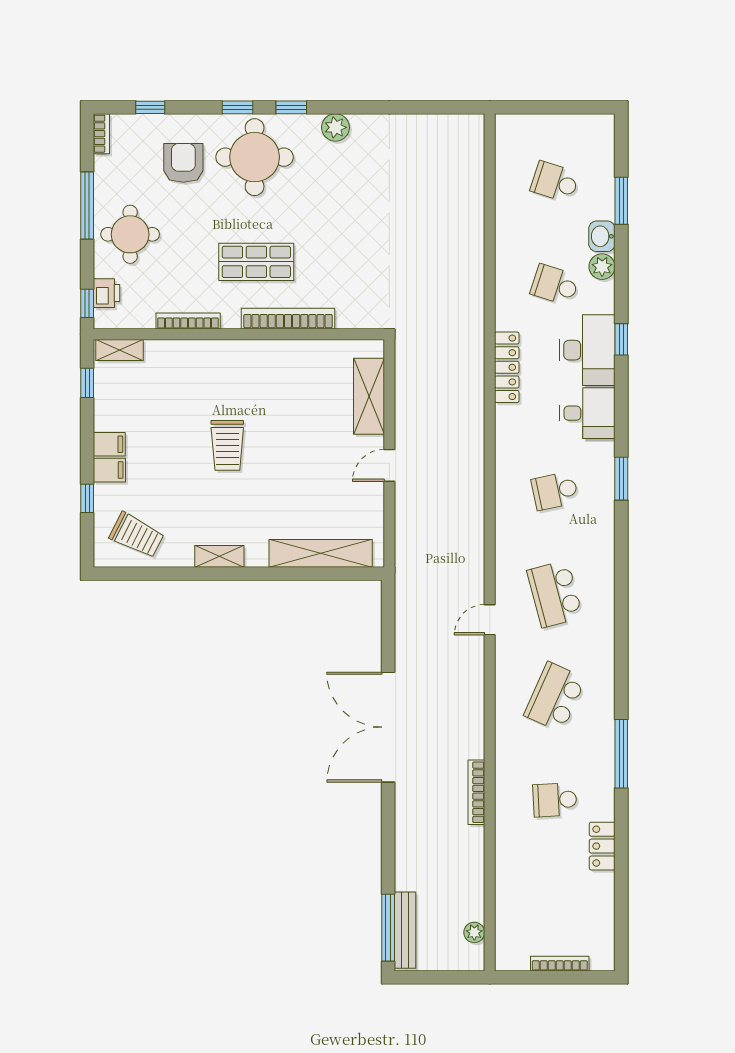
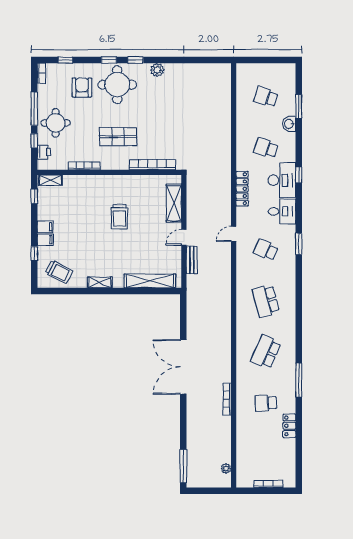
plant: (602, 267) -> (289, 139), removed
window: (87, 303) -> (34, 141), moved
bookcase: (288, 319) -> (152, 165), moved
trolley: (227, 445) -> (119, 217), moved
school desk: (555, 491) -> (266, 250), turned 36
door: (490, 620) -> (234, 234), moved
bench: (405, 930) -> (192, 260), moved, width x0.73

